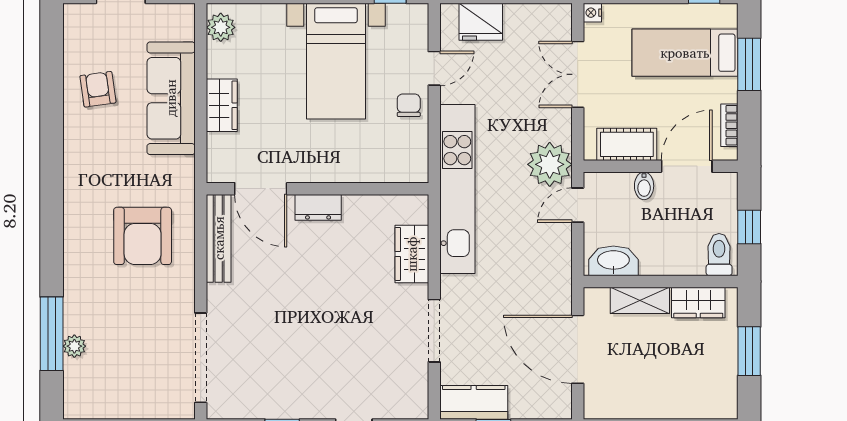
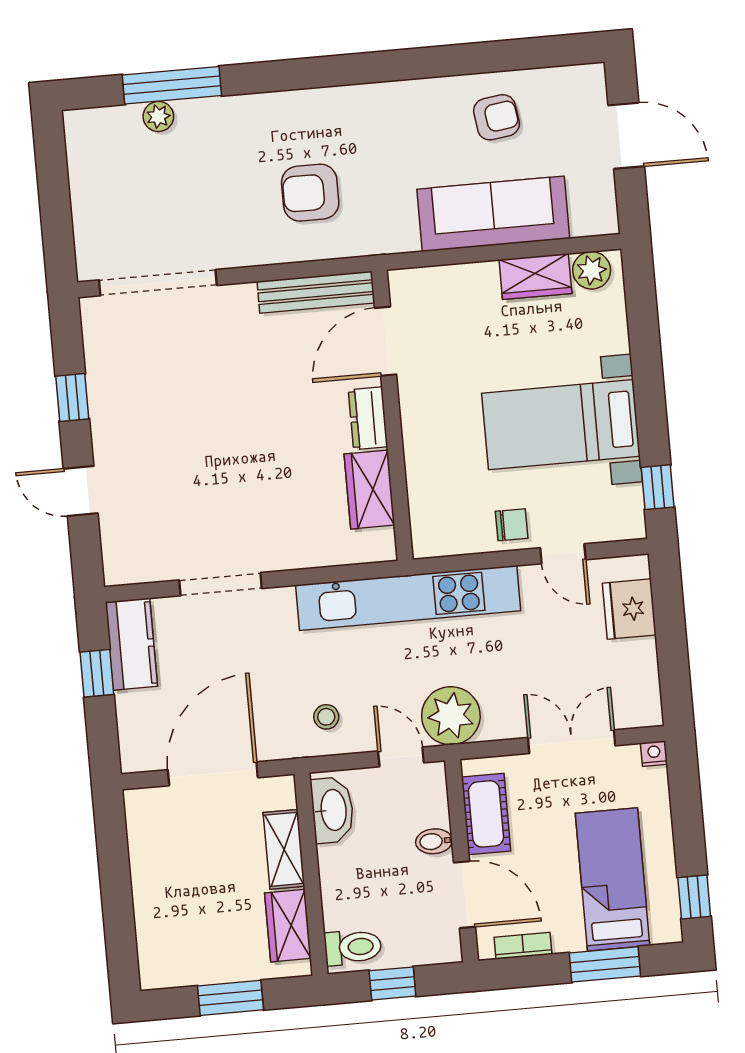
wardrobe: (222, 105) -> (535, 277), moved
armchair: (143, 236) -> (310, 193), width x0.73, depth x0.73
wardrobe: (412, 254) -> (369, 490), moved, turned -90
stool: (542, 259) -> (326, 717), added

